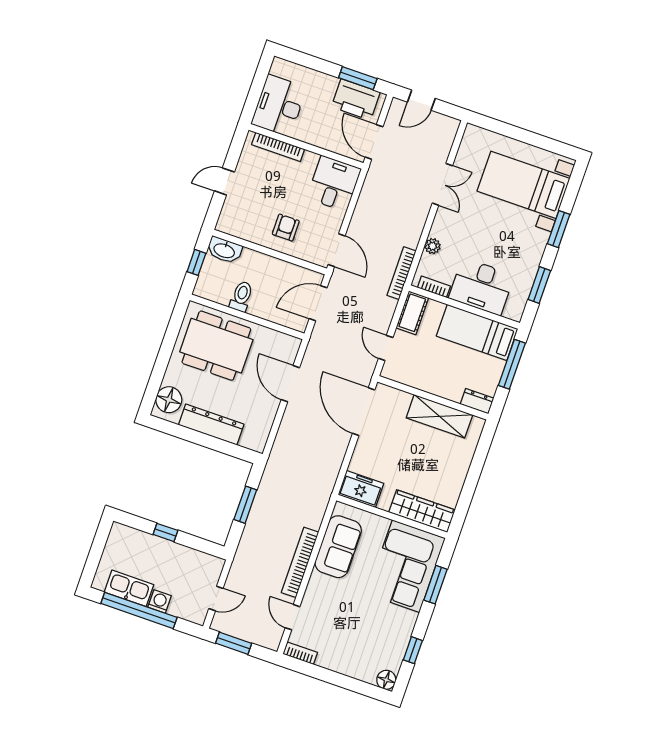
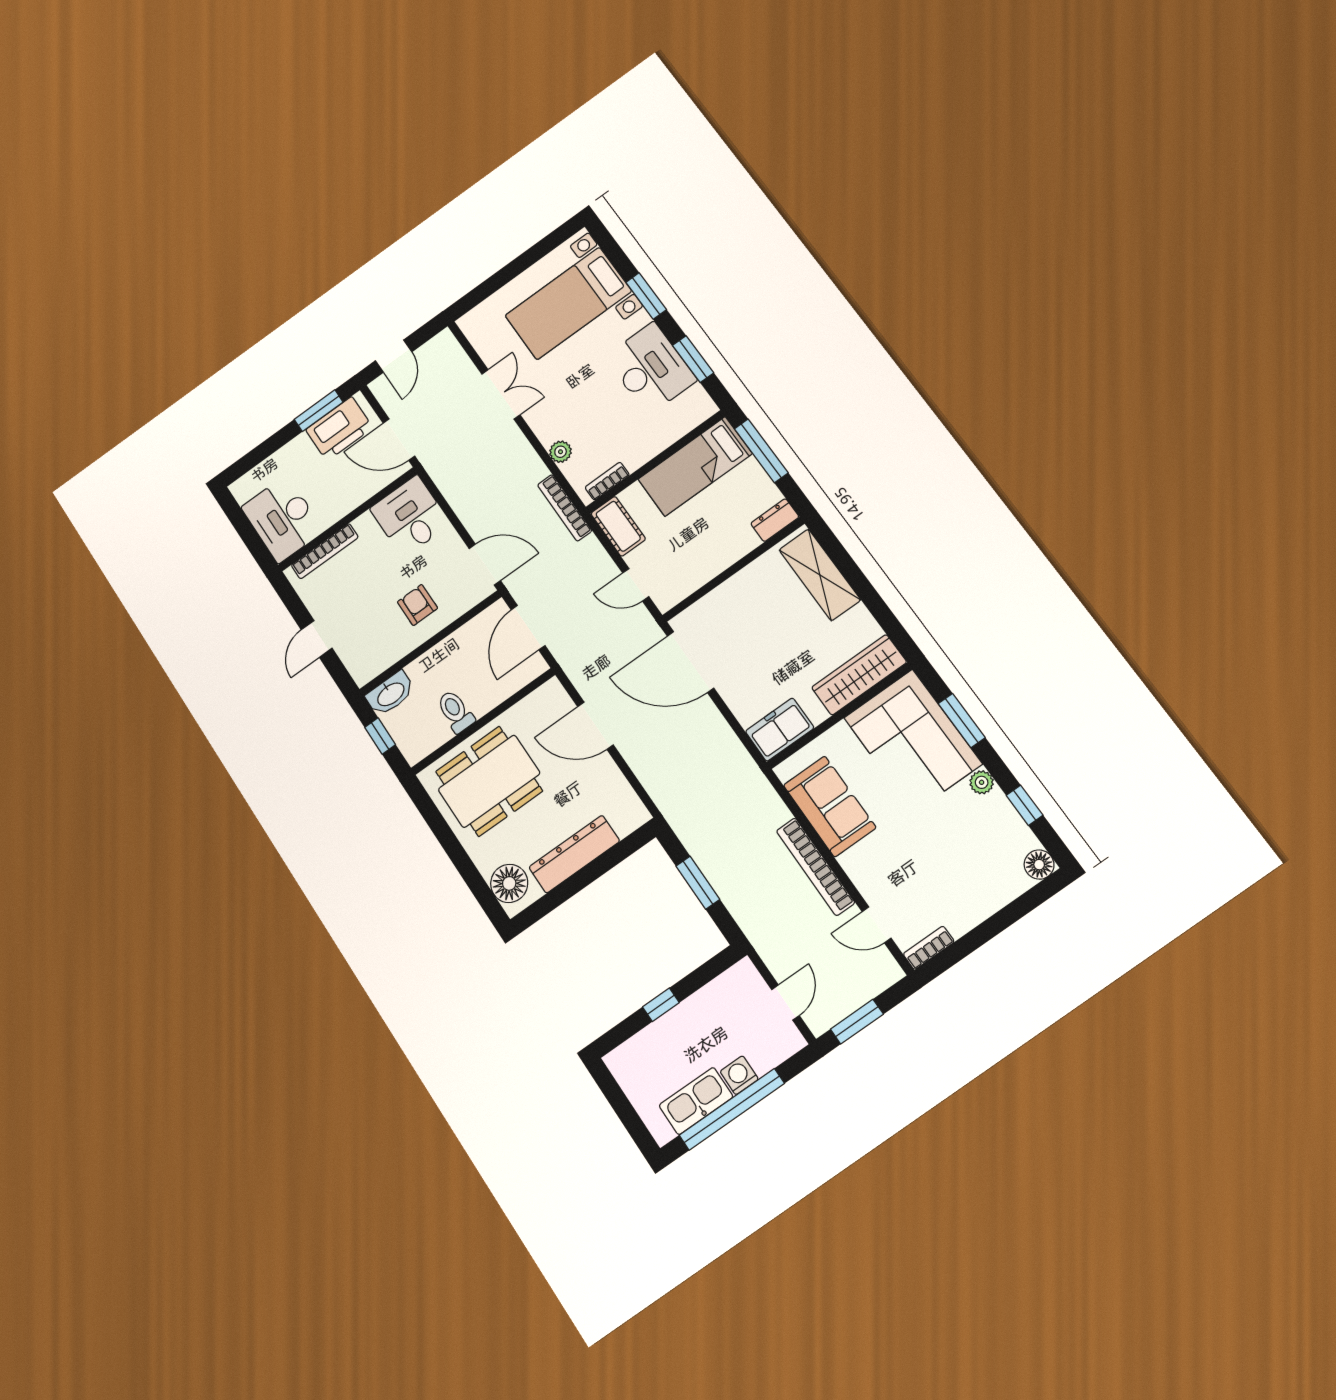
desk: (481, 287) -> (651, 368), moved, turned -90
shelving: (439, 416) -> (820, 575), moved, turned 90
plant: (409, 619) -> (982, 782), added

